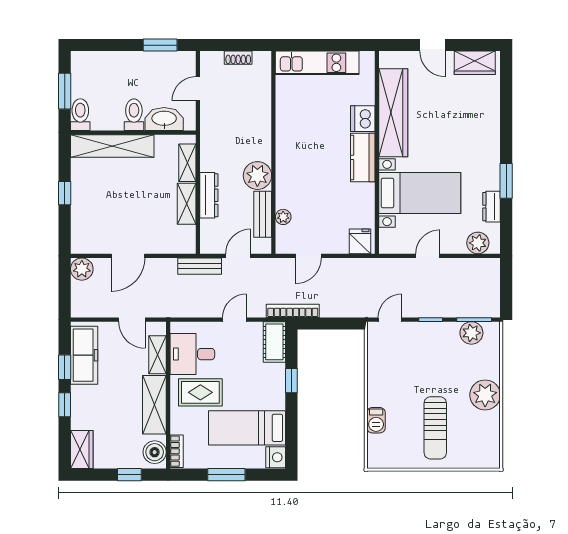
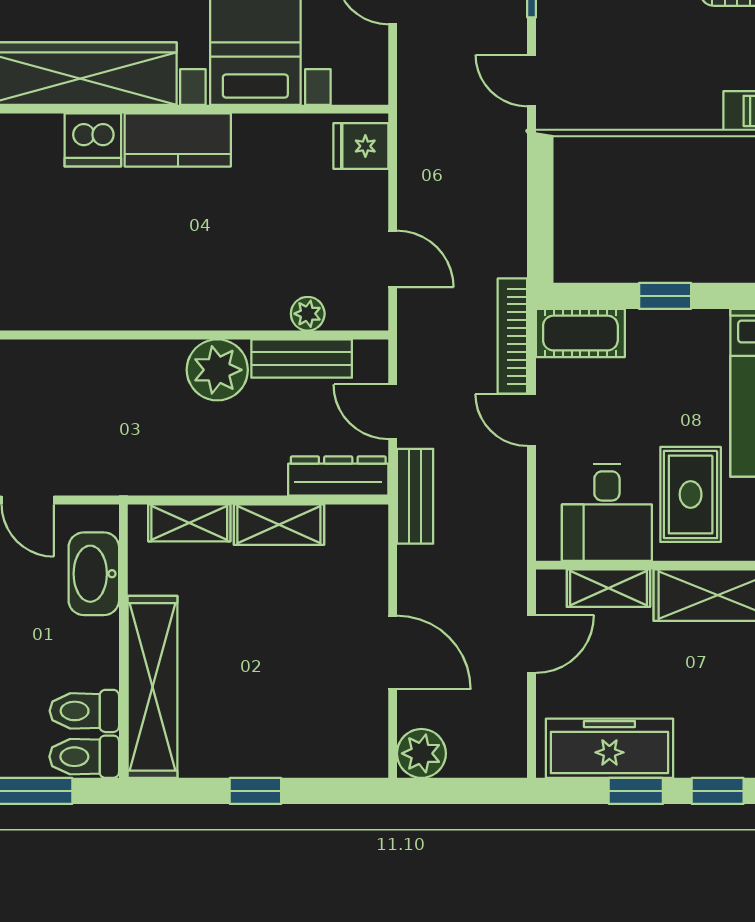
toilet: (134, 115) -> (84, 711), moved
dresser: (209, 195) -> (338, 476), moved
bookcase: (293, 311) -> (512, 336), moved

